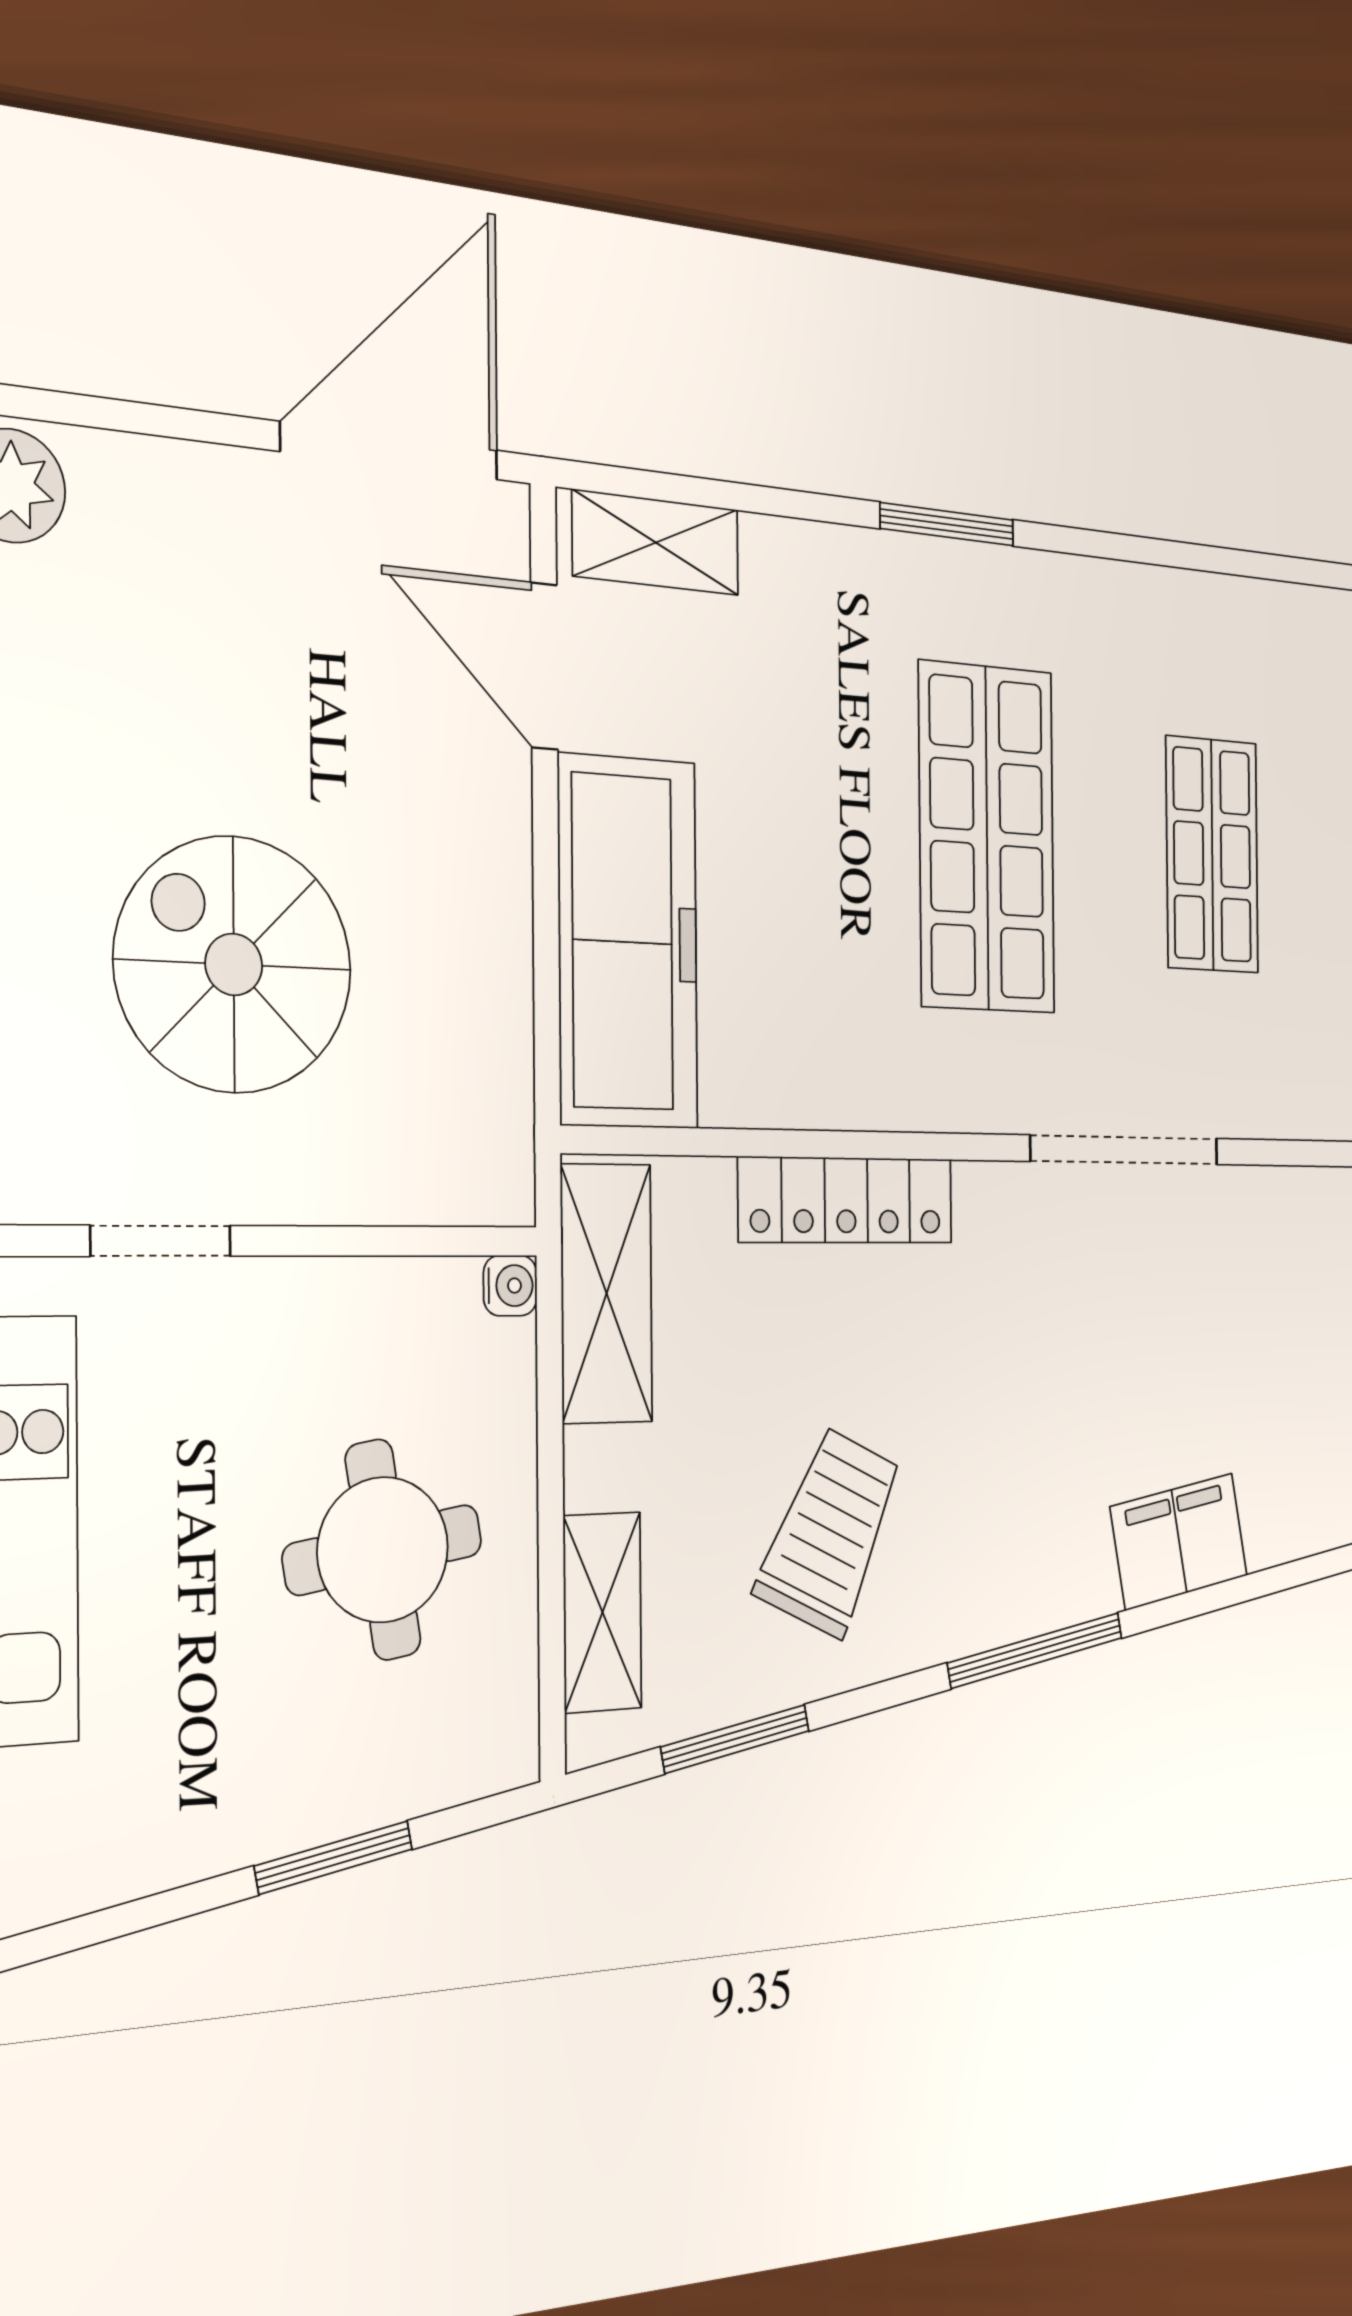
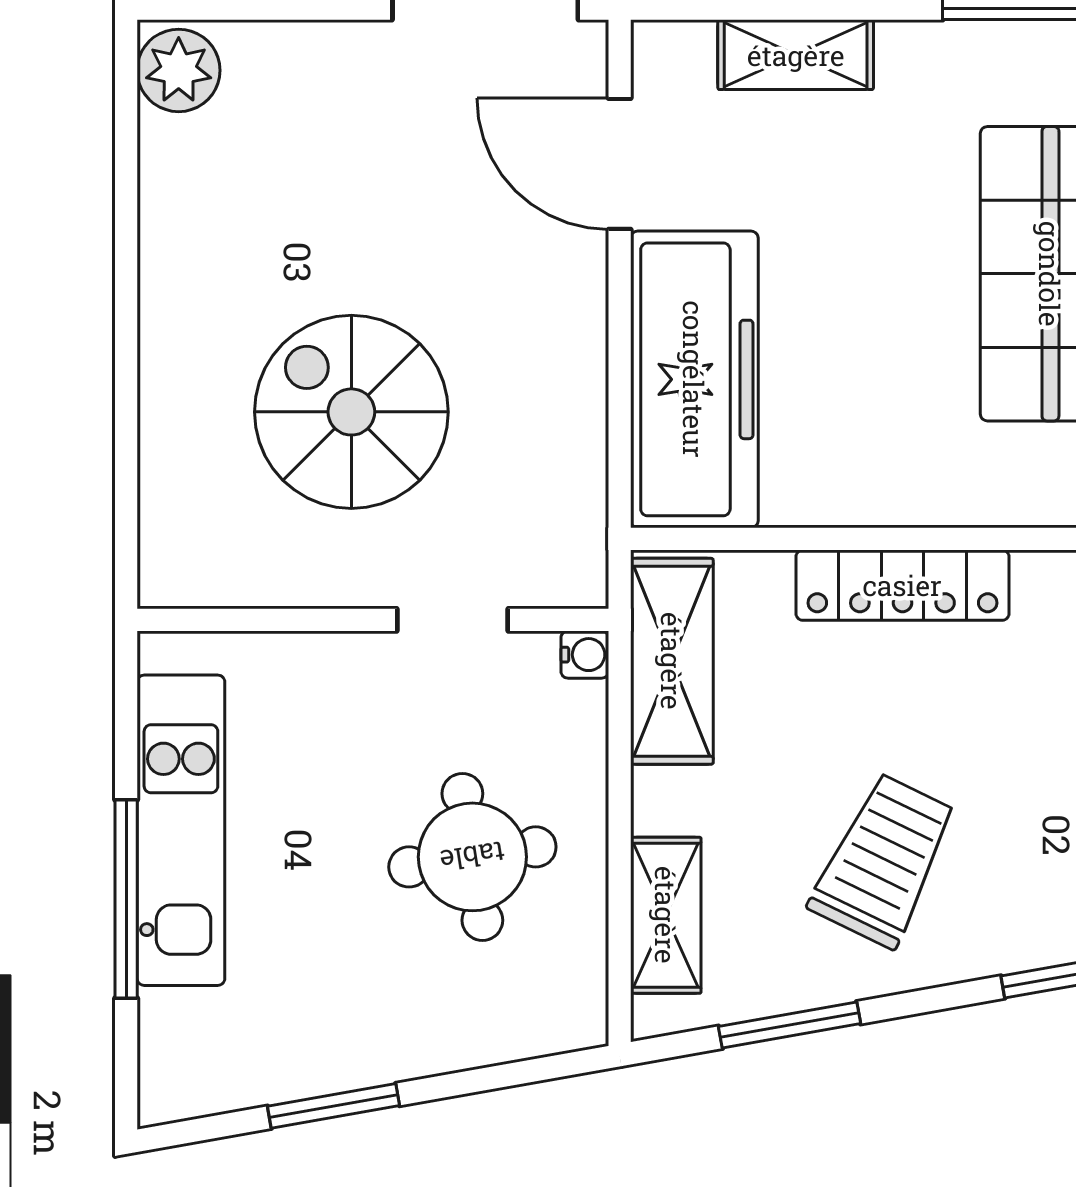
shelving: (656, 543) -> (796, 55), moved
doorway: (161, 1241) -> (452, 620), moved
window: (334, 1857) -> (333, 1106), moved

